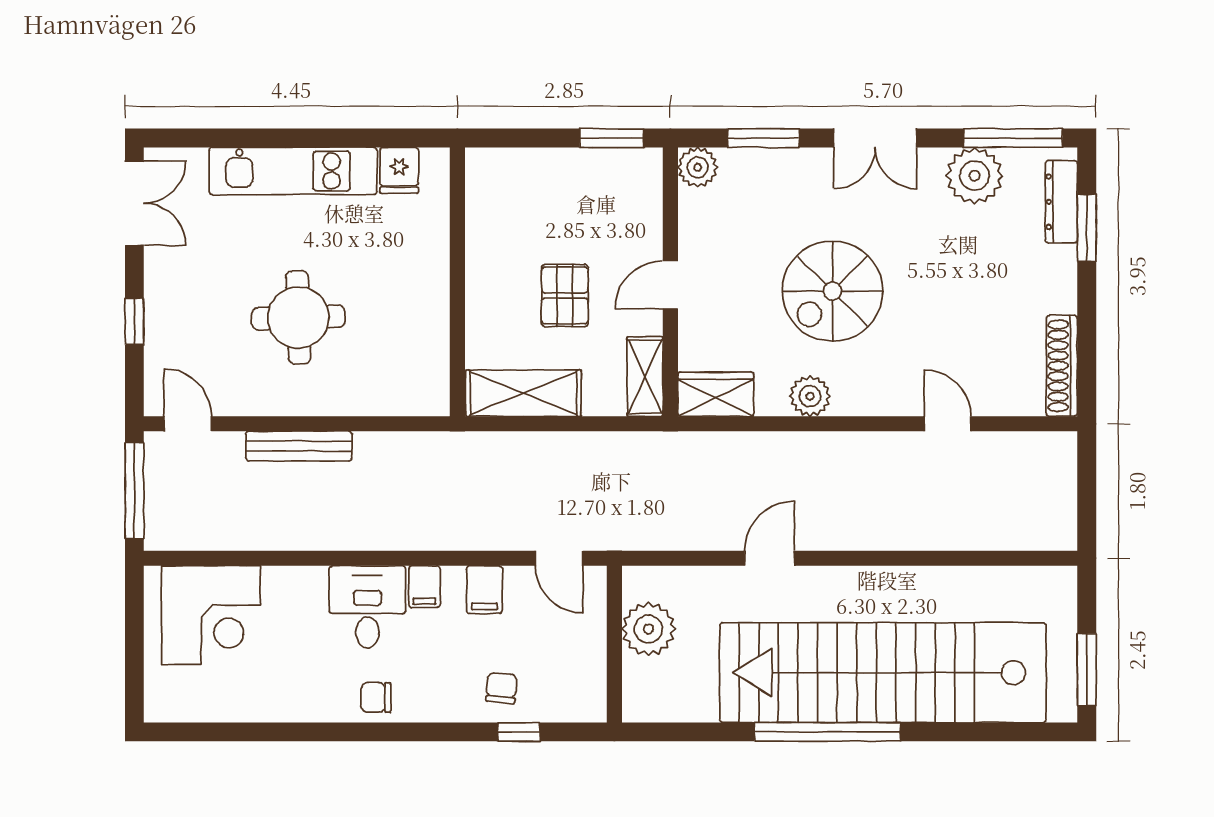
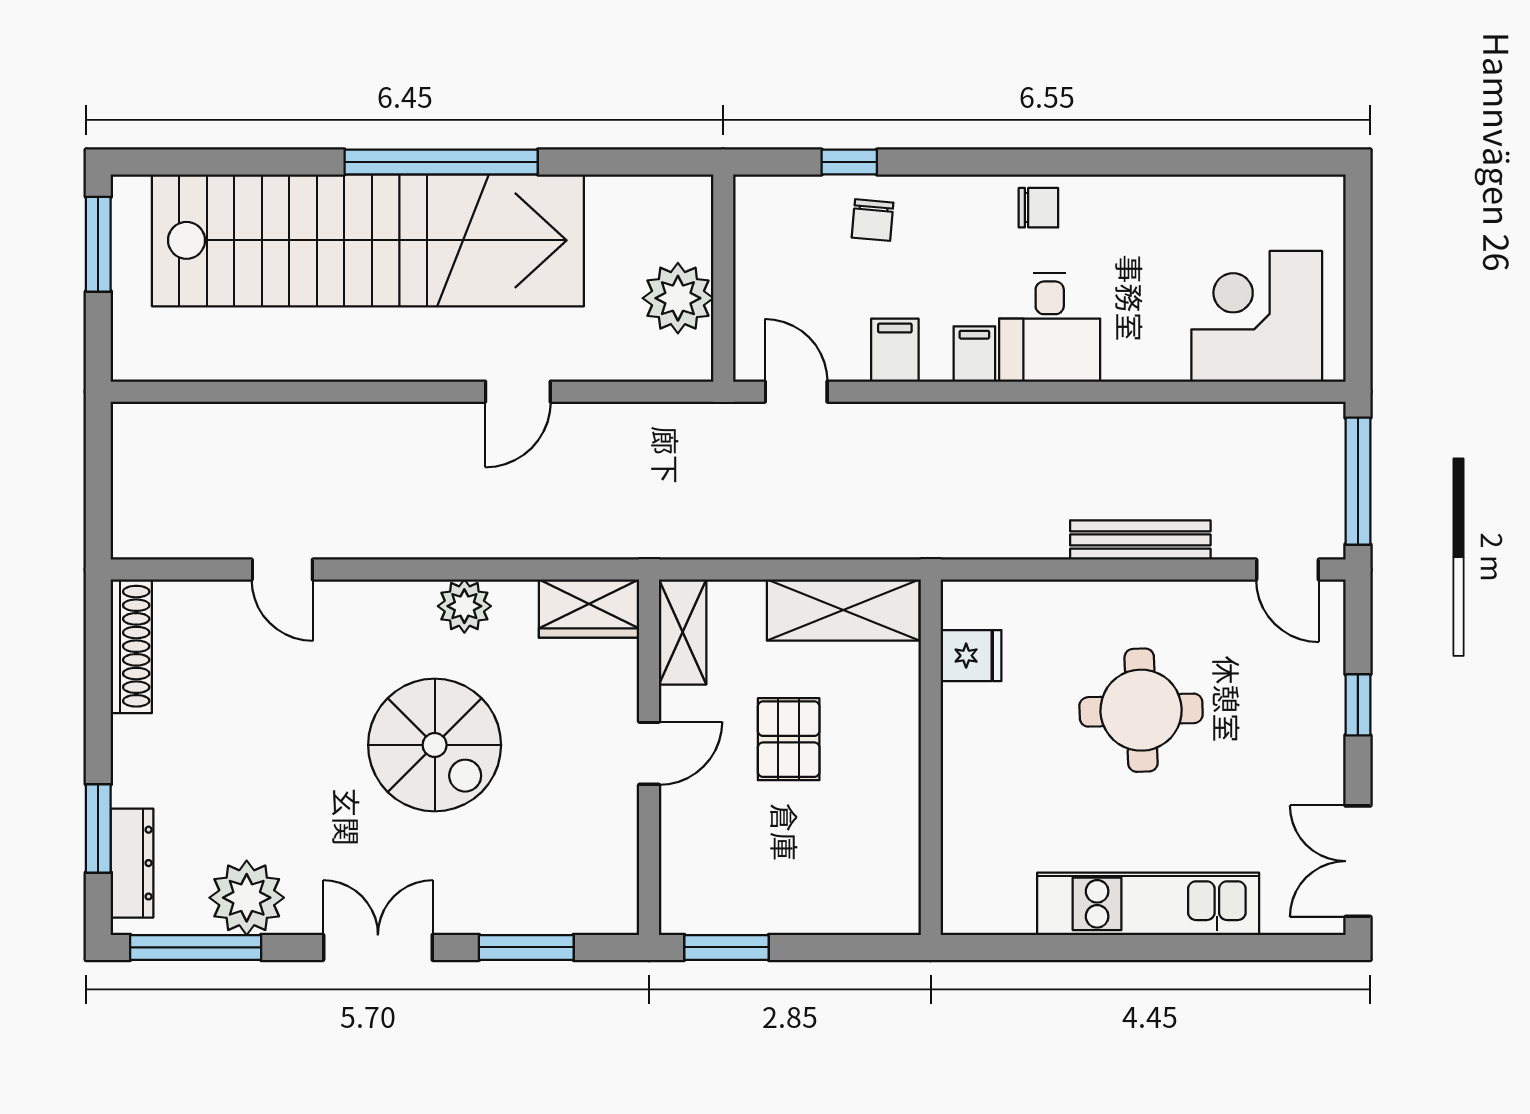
plant: (698, 167) -> (613, 909), removed
fridge: (399, 170) -> (971, 656), moved, turned 90
spiral stairs: (832, 291) -> (435, 745), turned 90

